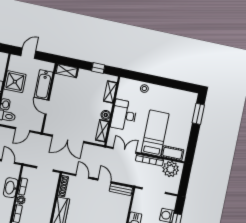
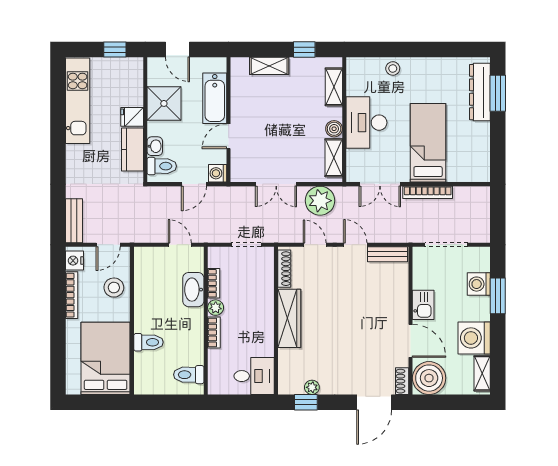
door: (28, 53) -> (177, 50), swing flipped
shelving: (67, 71) -> (269, 66), moved
door: (47, 107) -> (229, 136), hinge flipped
dresser: (189, 111) -> (480, 92), added
washing machine: (37, 126) -> (218, 173), added
double door: (68, 139) -> (276, 184), width x0.73
double door: (125, 150) -> (380, 184), swing flipped
cot: (173, 153) -> (466, 172), removed
plant: (171, 169) -> (320, 201), moved

